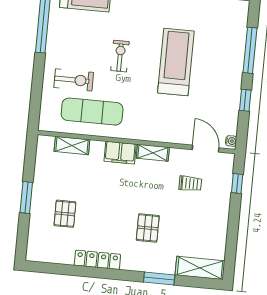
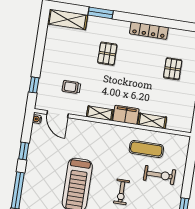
exercise bike: (74, 80) -> (160, 175), turned 180
exercise mat: (92, 112) -> (146, 149), width x0.73, depth x0.69
shelving: (72, 146) -> (152, 121), moved

